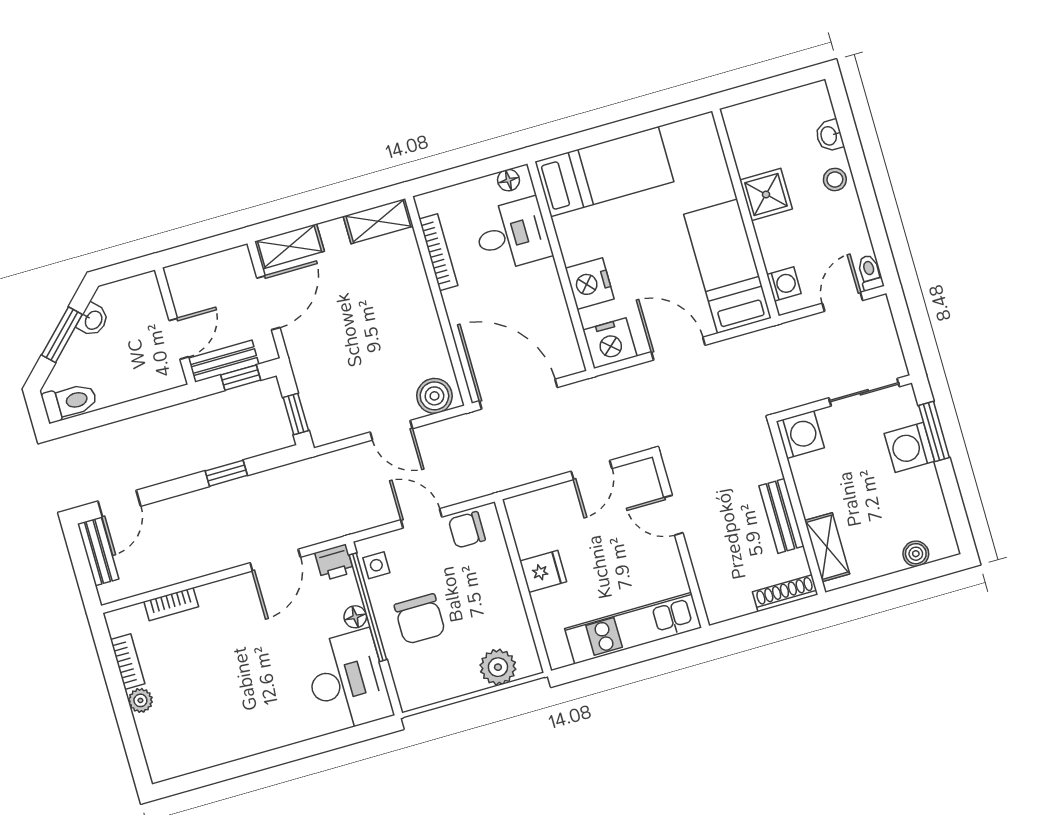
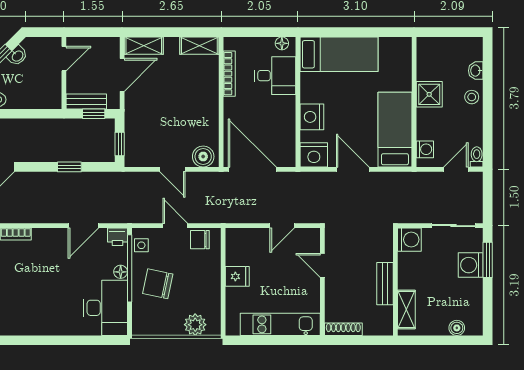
door: (179, 339) -> (64, 59), moved
shoe rack: (785, 593) -> (343, 329), moved
chair: (420, 619) -> (158, 284), turned 102

